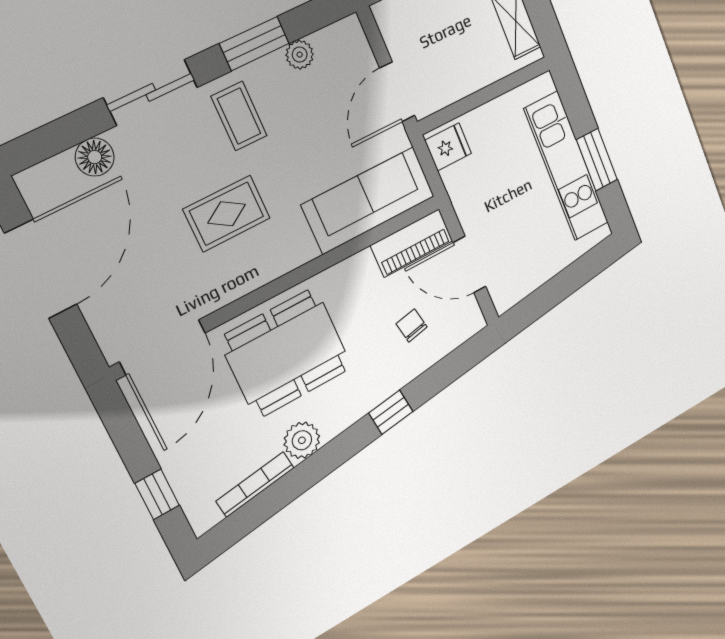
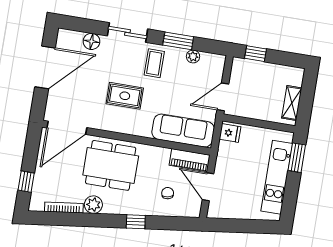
window: (597, 160) -> (297, 158), moved

